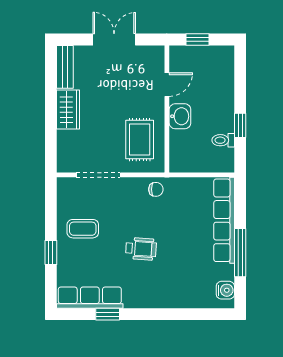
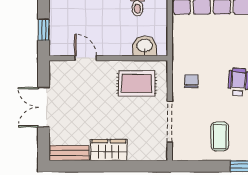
washbasin: (180, 116) -> (145, 46), moved
chair: (156, 189) -> (191, 81), moved

